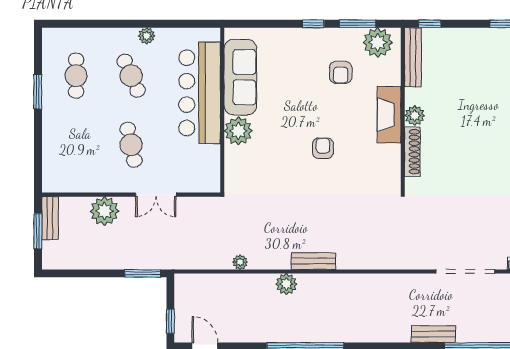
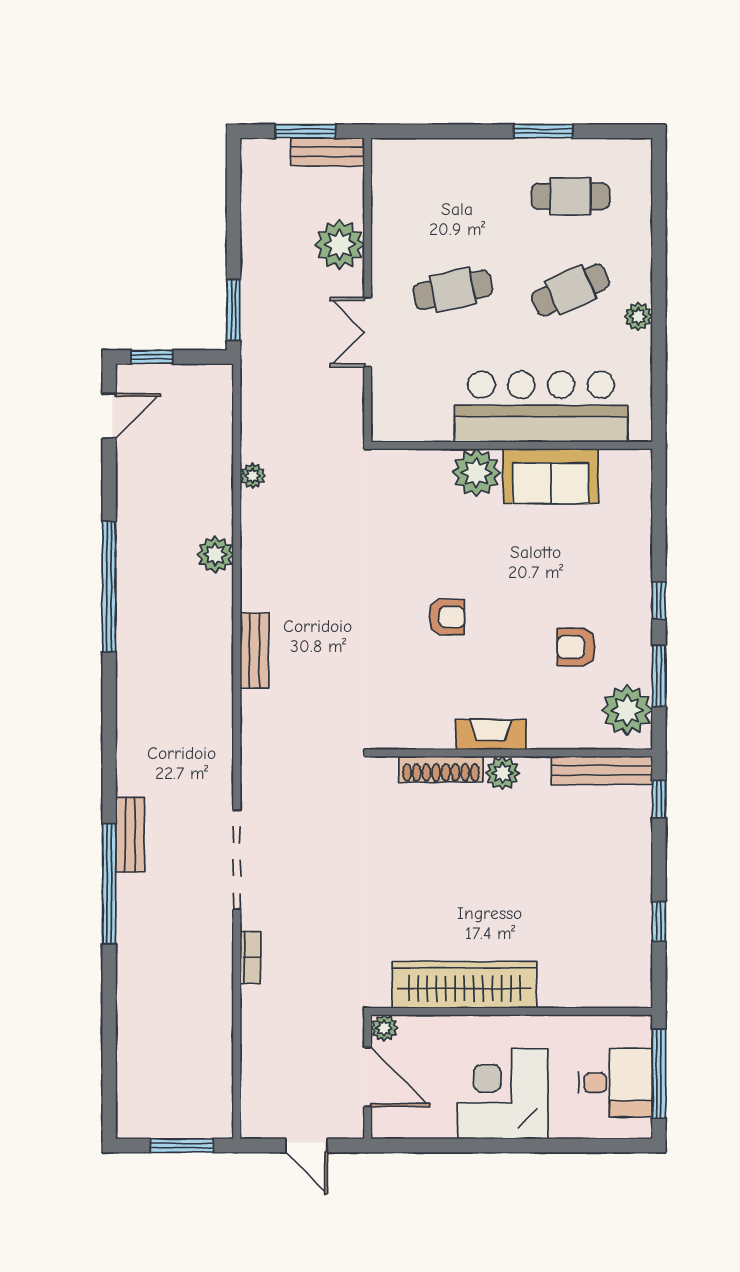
sofa: (240, 77) -> (551, 476), width x0.73
fireplace: (389, 115) -> (491, 735), width x0.73, depth x0.76
bench: (313, 261) -> (254, 651), moved
bench: (433, 334) -> (130, 835), moved

